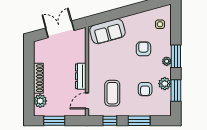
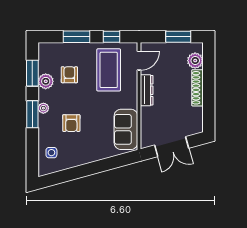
sofa: (107, 31) -> (126, 129), moved, turned -75
coffee table: (112, 93) -> (109, 70), width x1.36, depth x1.32

